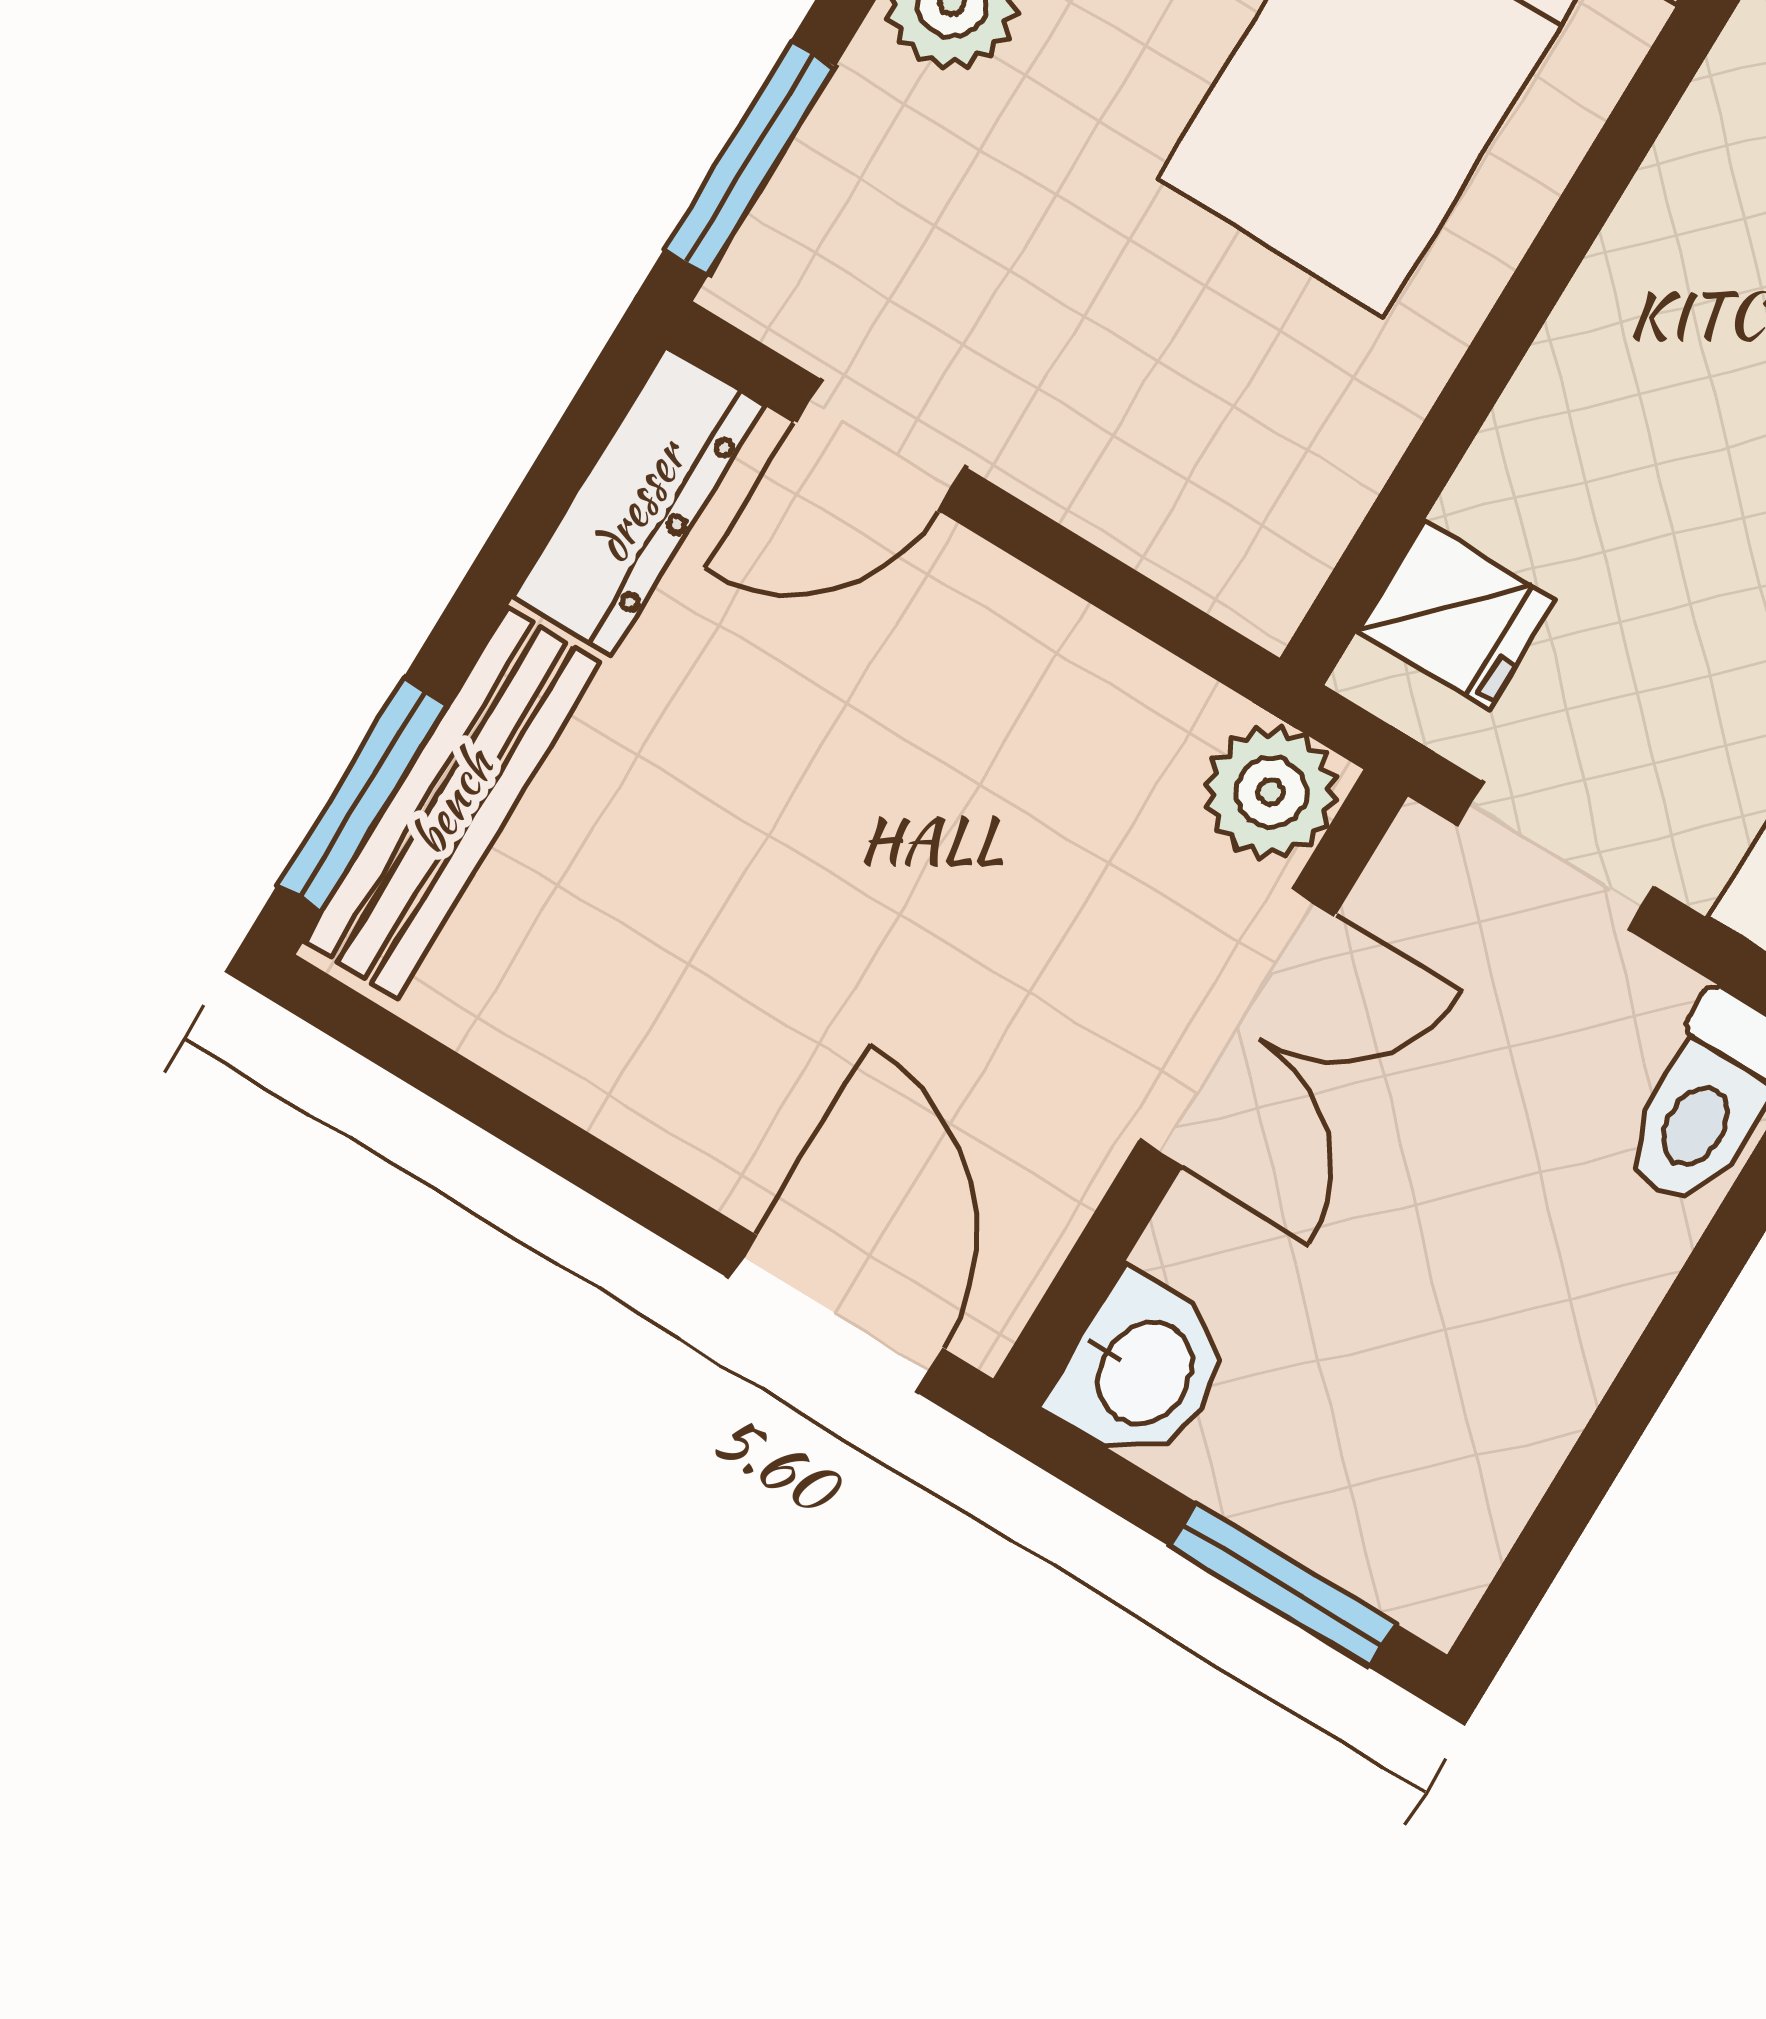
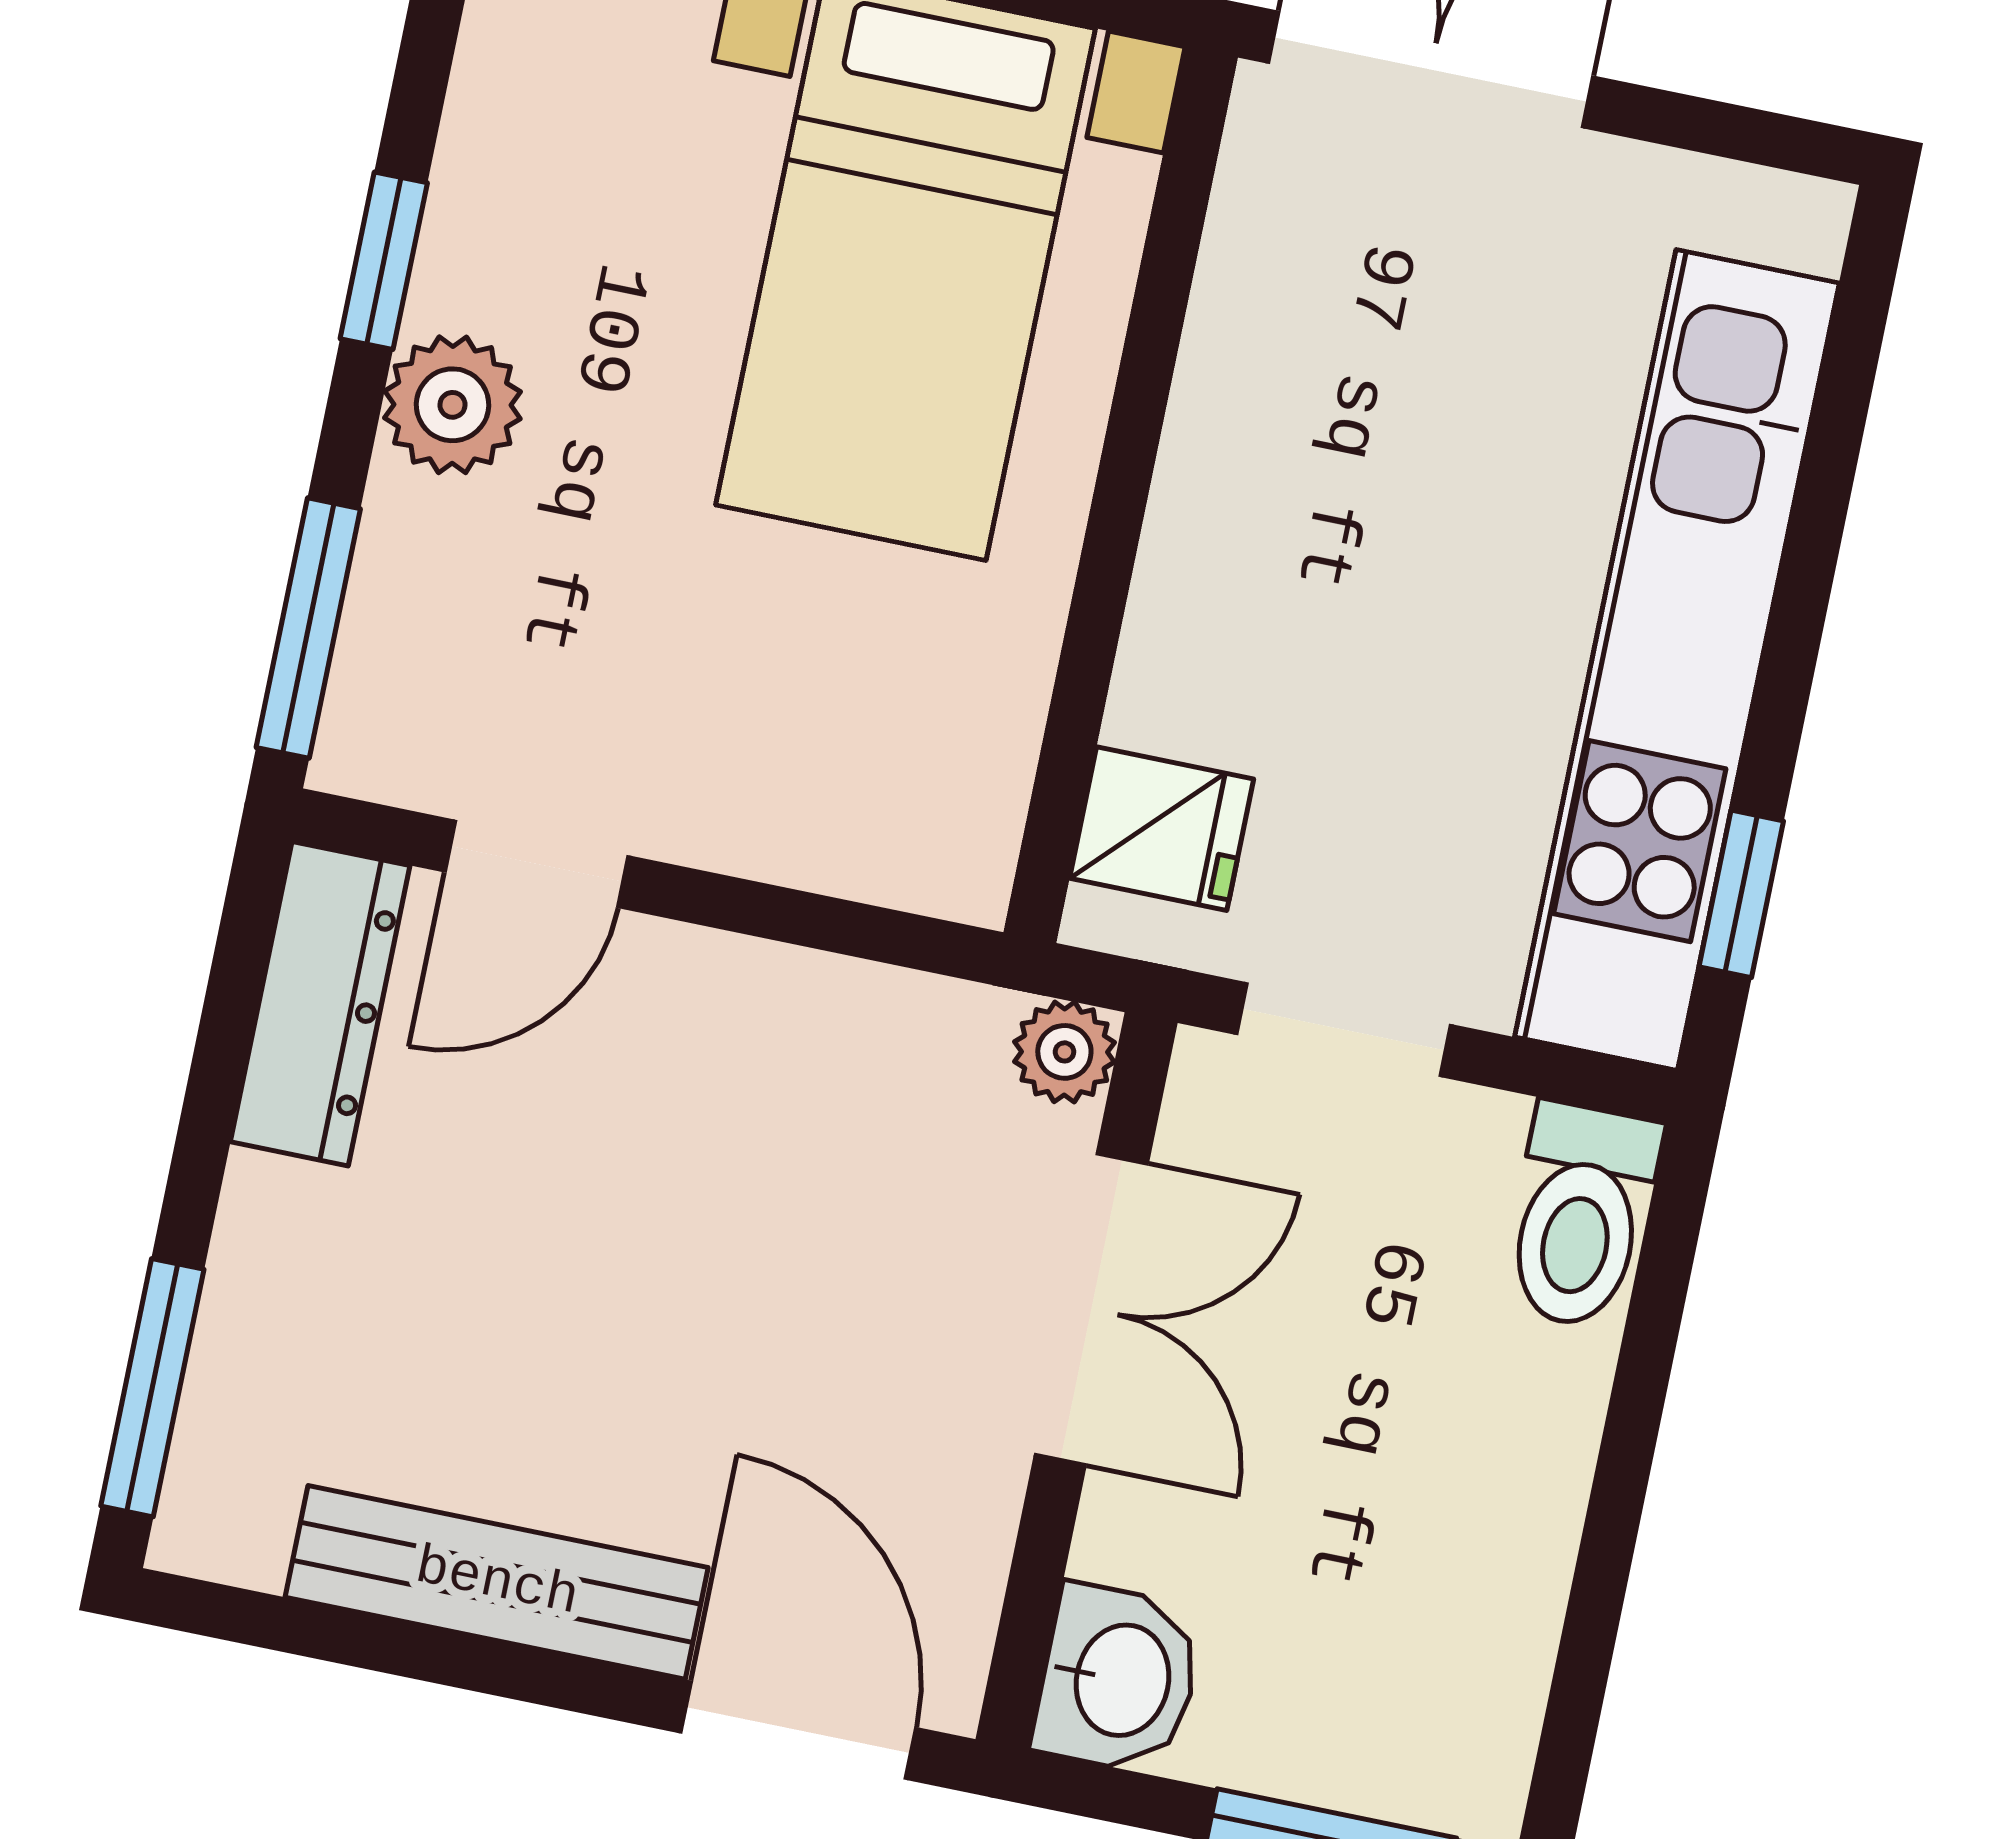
plant: (1271, 792) -> (1064, 1052), width x0.73, depth x0.73
bench: (452, 802) -> (497, 1582), moved, turned 90

